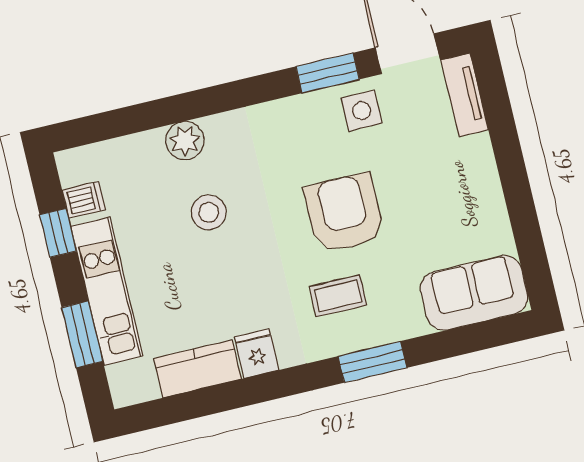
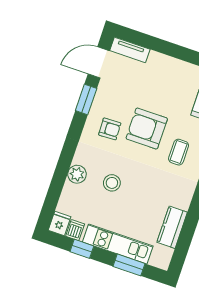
side table: (362, 111) -> (110, 95), removed
armchair: (302, 148) -> (110, 129), added
fridge: (257, 354) -> (60, 224), moved, turned 90

